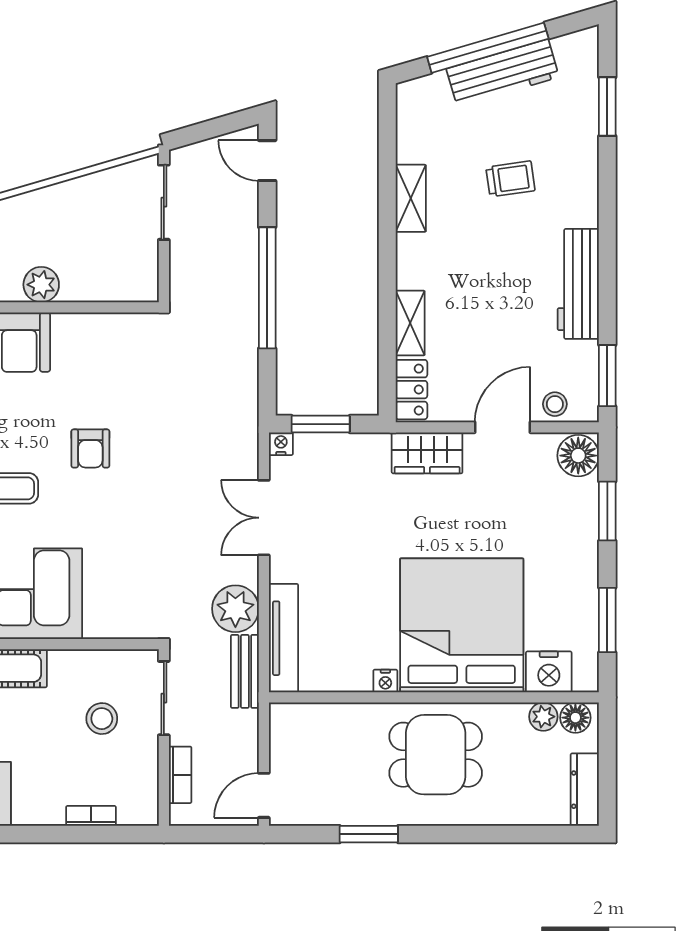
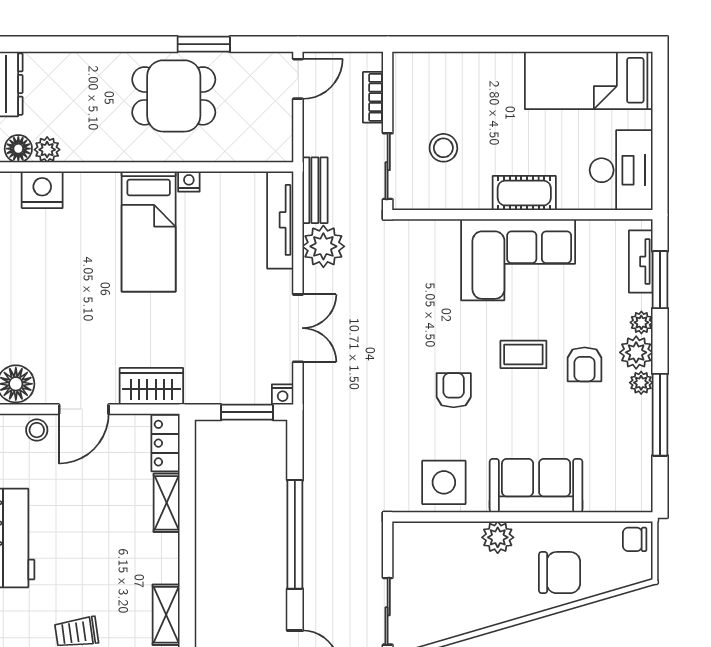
side table: (101, 346) -> (444, 482), added
bed: (462, 625) -> (149, 231), width x0.49
dining table: (436, 755) -> (174, 96), moved
bookcase: (91, 816) -> (453, 61), removed

